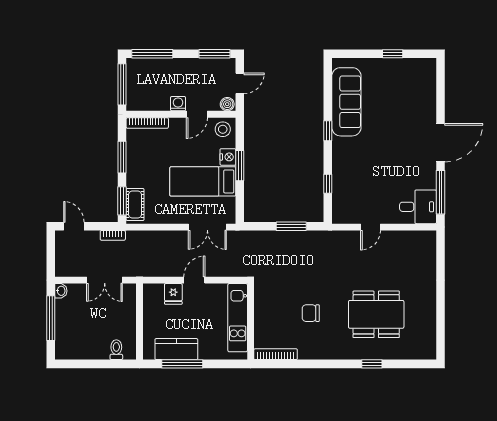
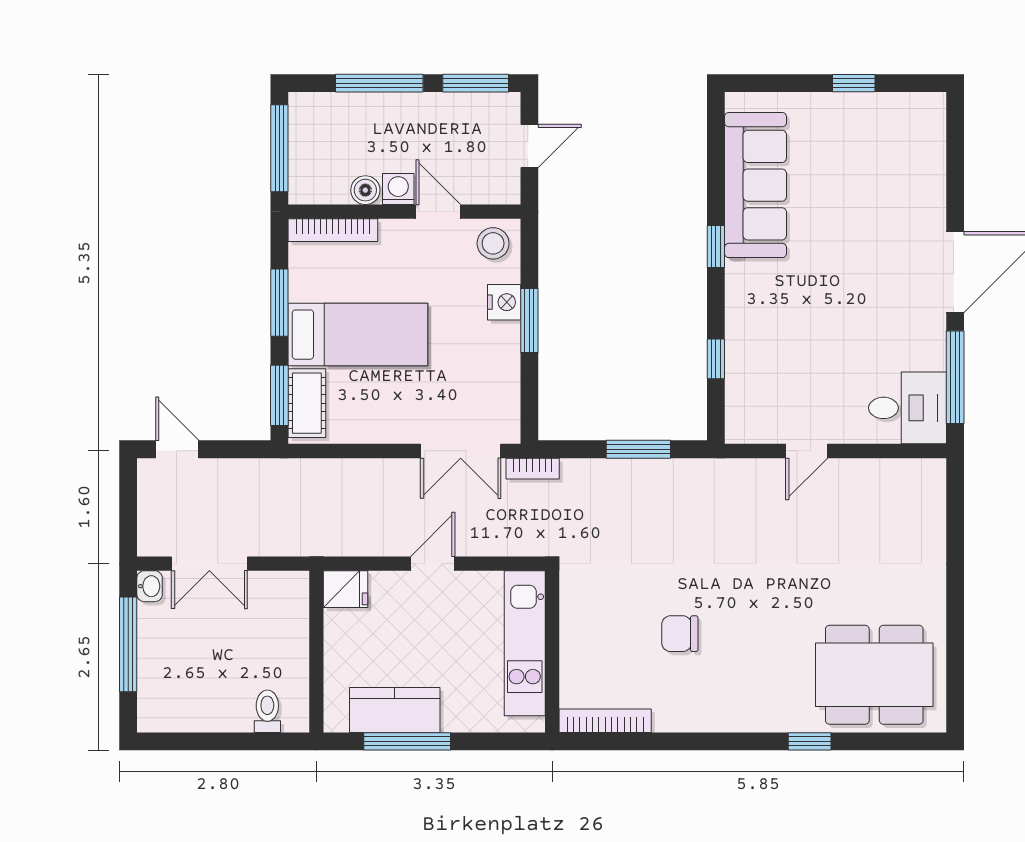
window: (152, 54) -> (379, 83), moved
boiler: (227, 104) -> (365, 190), moved
door: (197, 114) -> (438, 212), swing flipped
bed: (203, 181) -> (358, 335), moved, turned 180
bookcase: (113, 235) -> (533, 469), moved
double door: (105, 280) -> (209, 564), moved
fridge: (173, 294) -> (346, 589), moved, turned -90
dining table: (376, 314) -> (874, 675), moved

